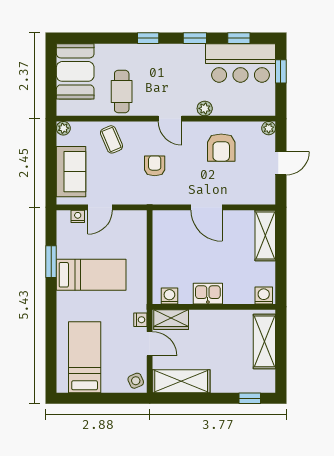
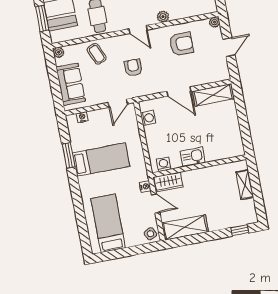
window: (51, 81) -> (42, 18), added
armchair: (221, 148) -> (181, 44), turned -90
door: (100, 207) -> (118, 103), moved
shelving: (265, 235) -> (213, 95), moved, turned 90
washing machine: (264, 296) -> (148, 118), moved, turned 90
shelving: (264, 341) -> (245, 185), width x0.67, depth x0.75

